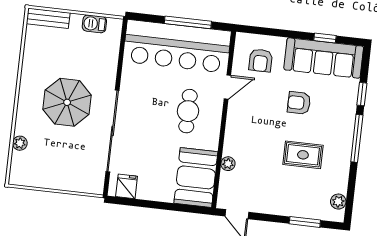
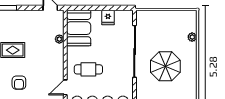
armchair: (299, 103) -> (19, 83), turned 90
cafe table: (188, 111) -> (88, 69), turned 90
fridge: (127, 186) -> (108, 17), moved

